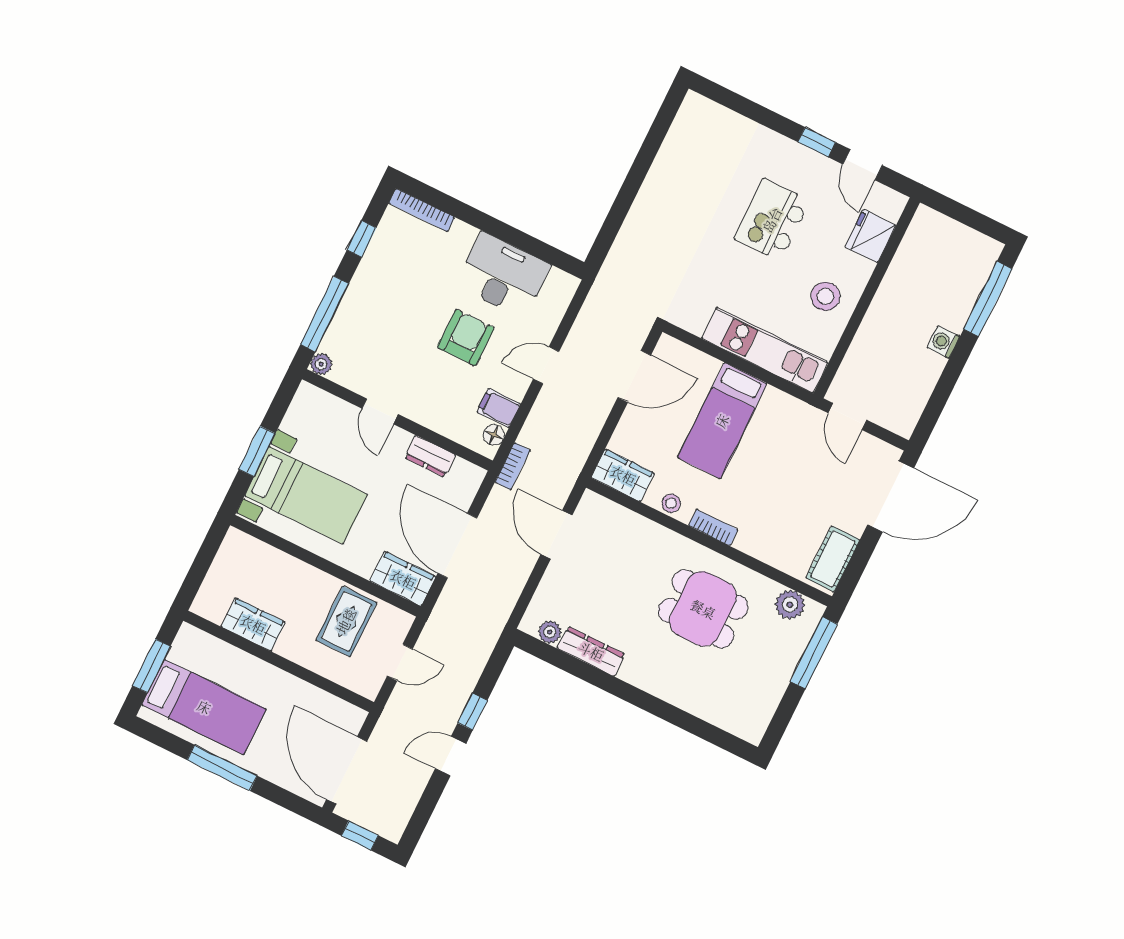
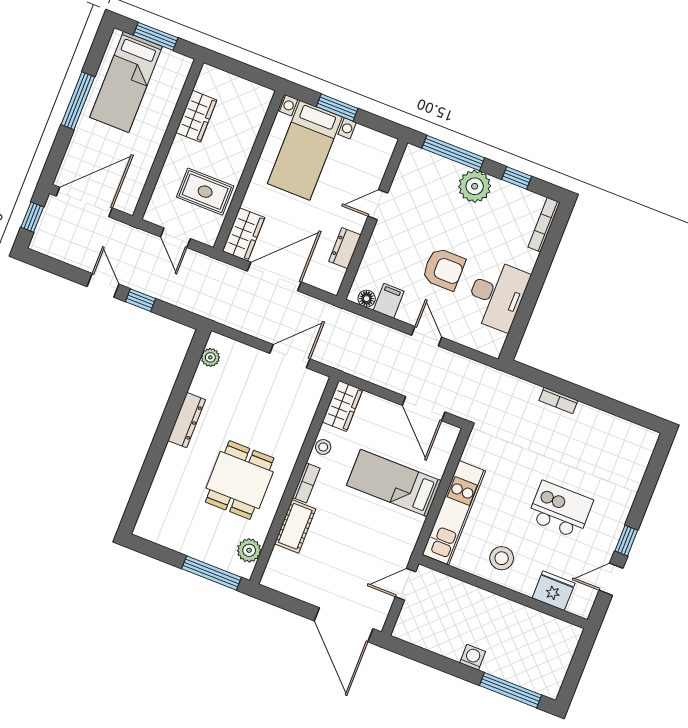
plant: (321, 364) -> (475, 186), moved, width x1.87, depth x1.87
bookcase: (513, 466) -> (558, 400), moved
cot: (833, 559) -> (295, 526), moved, turned 90
dresser: (591, 651) -> (187, 420), moved

